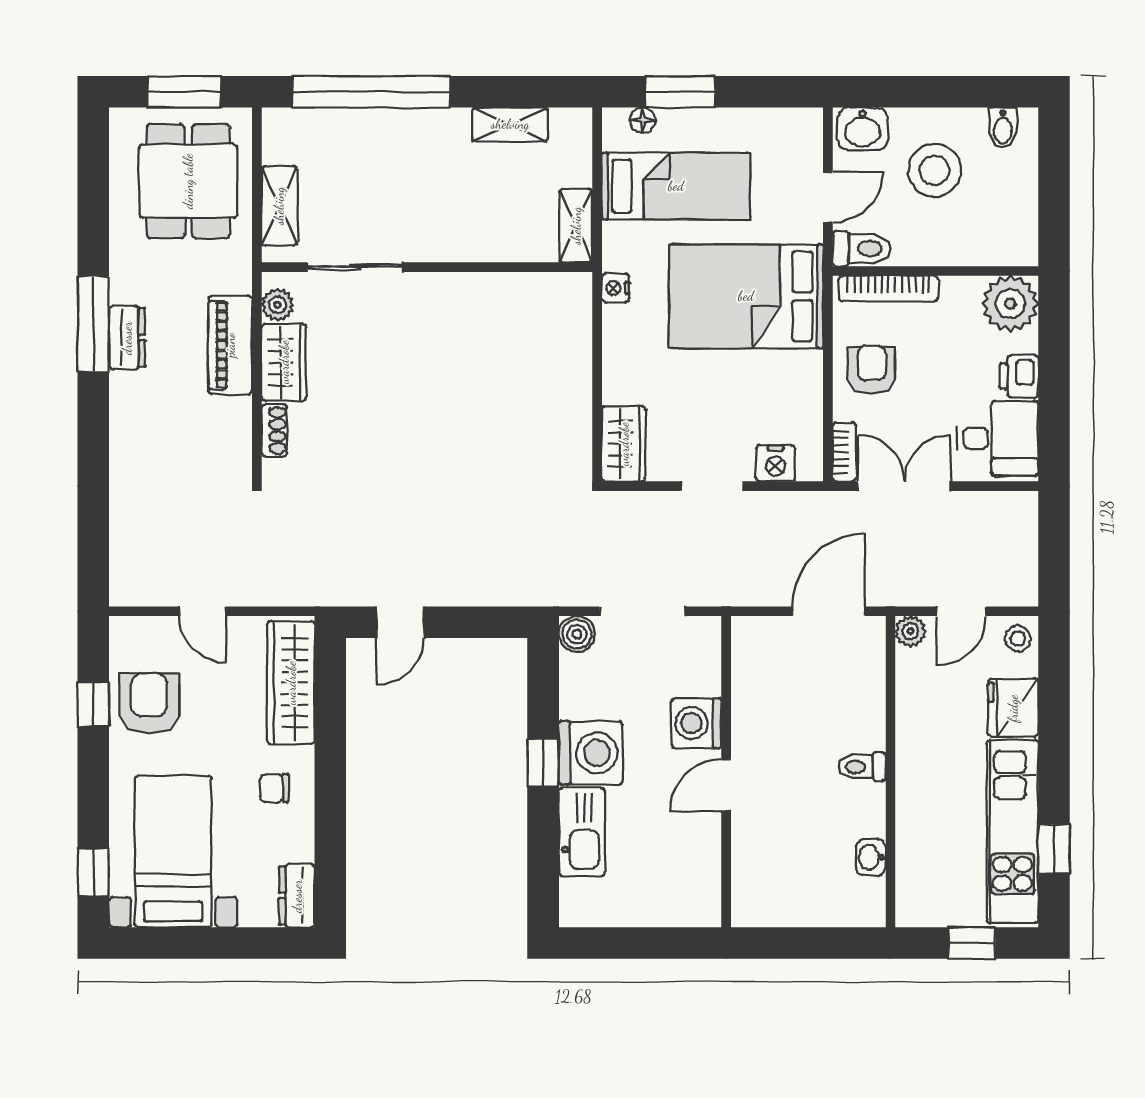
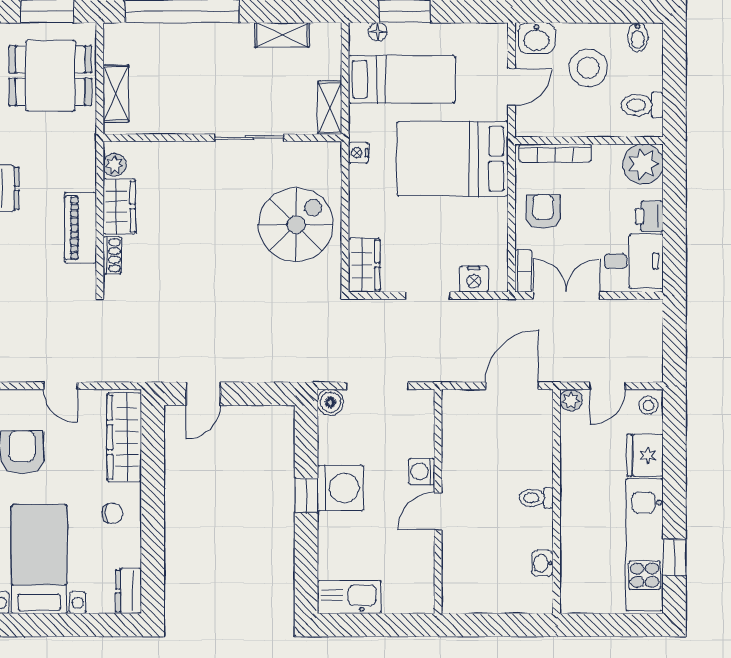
dining table: (188, 181) -> (50, 76), turned 90
toilet: (862, 249) -> (642, 105), moved, turned 180
sliding door: (355, 267) -> (249, 138), moved
piano: (230, 345) -> (80, 228), moved
spiral stairs: (529, 388) -> (296, 225), added
washing machine: (696, 723) -> (422, 471), width x0.73, depth x0.73
chair: (274, 788) -> (112, 513), turned 180
kitchen sink: (582, 832) -> (349, 597), moved, turned -90
window: (972, 943) -> (615, 625), removed

